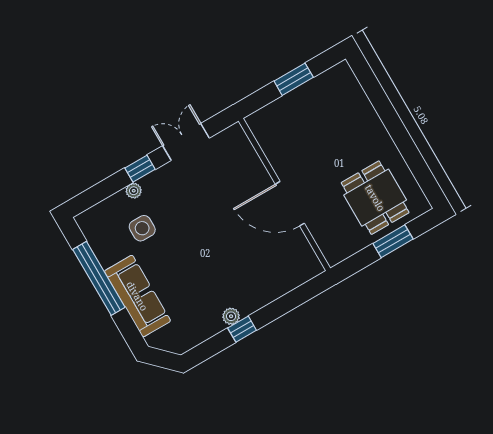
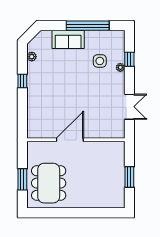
window: (140, 169) -> (129, 59), moved
dining table: (375, 198) -> (49, 183), width x1.38
sofa: (137, 296) -> (68, 39), width x0.73
plant: (231, 316) -> (32, 57), moved

